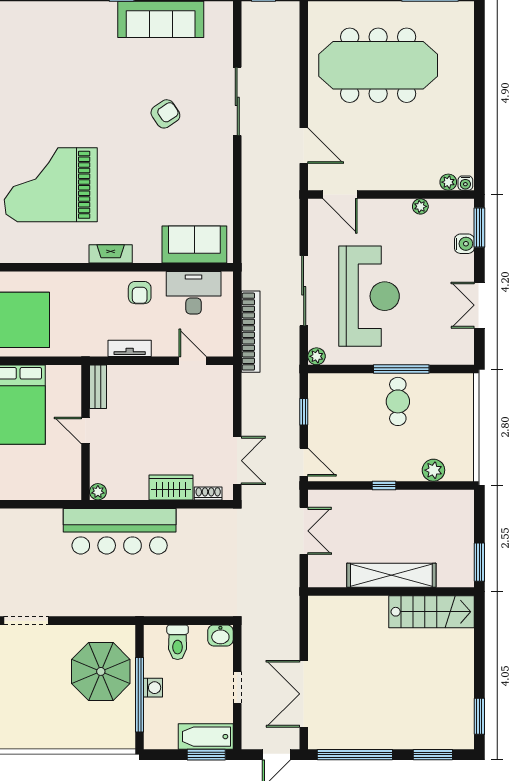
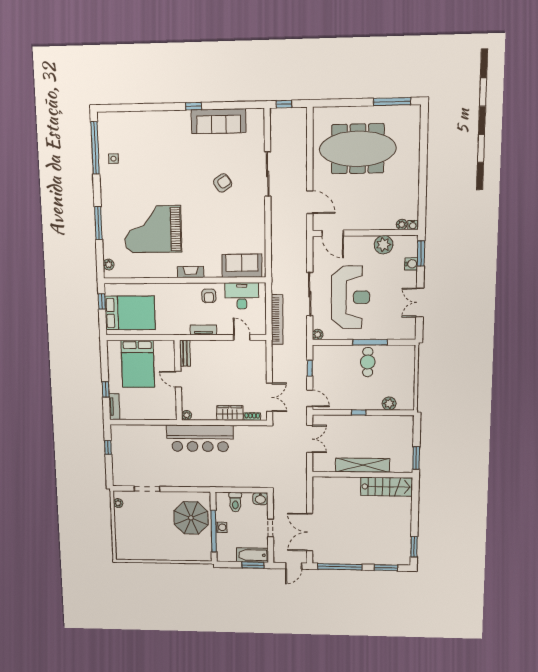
plant: (420, 206) -> (384, 245), width x1.88, depth x1.88

